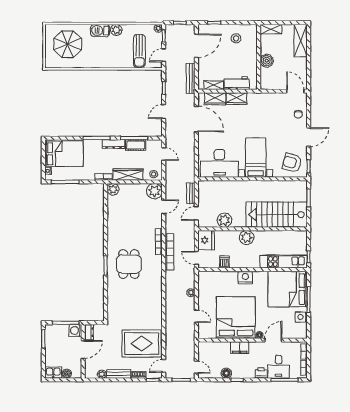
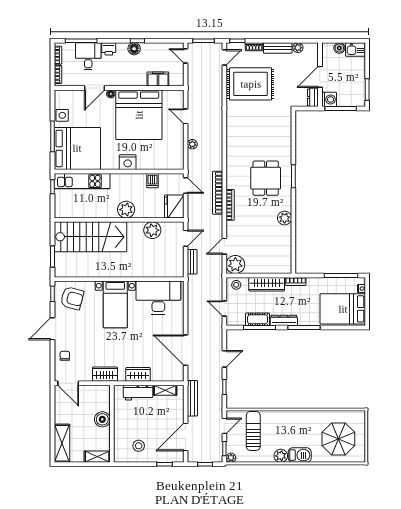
wardrobe: (215, 99) -> (105, 374), moved
plant: (113, 189) -> (285, 218), moved
filing cabinet: (240, 348) -> (158, 79), moved
floor lamp: (226, 373) -> (134, 49), moved

